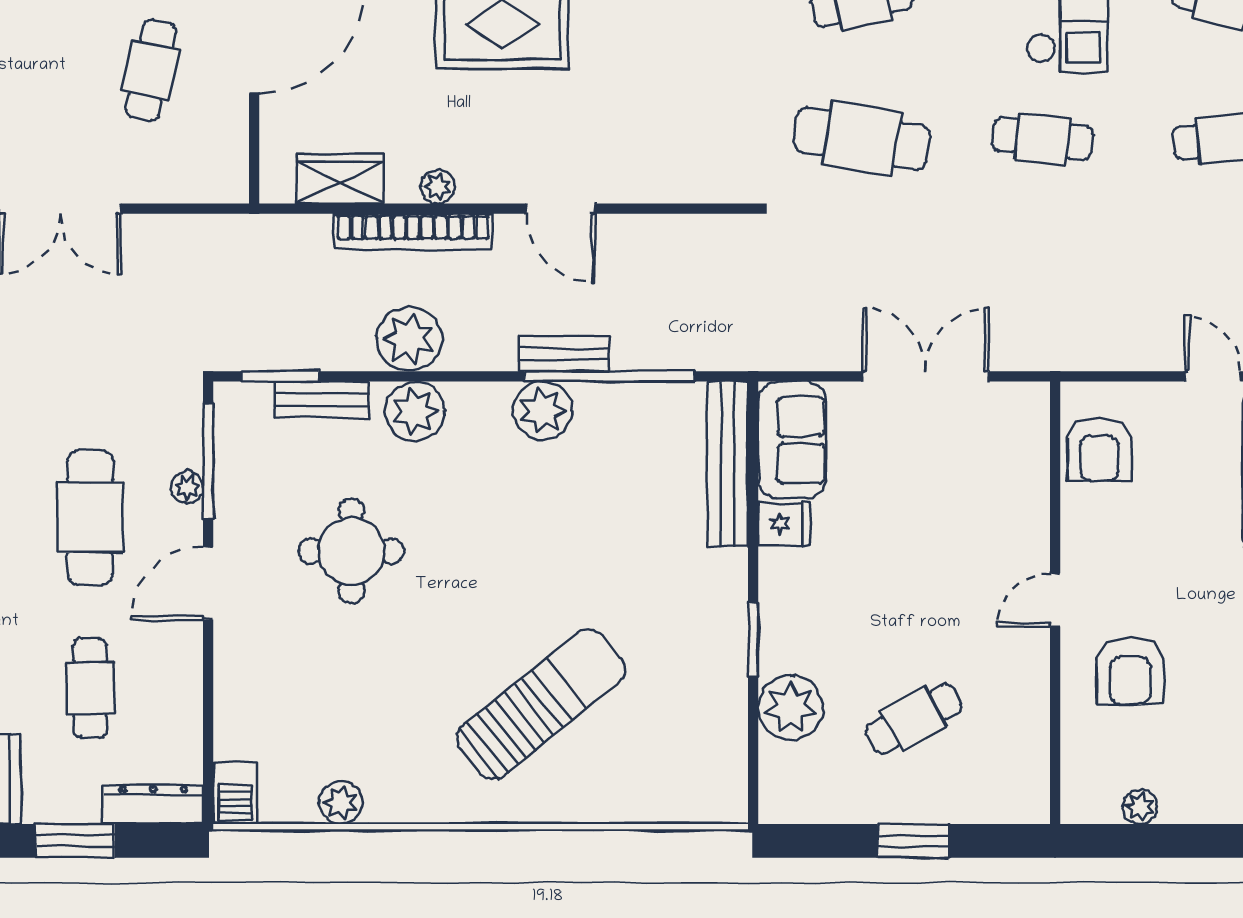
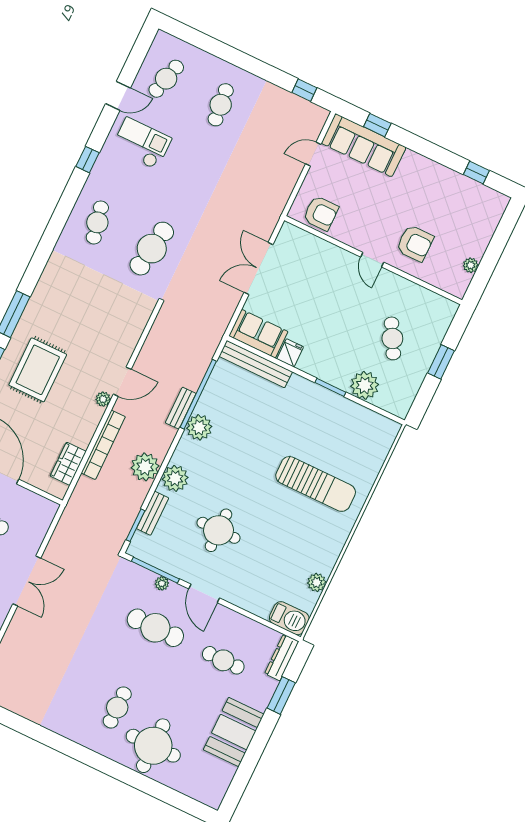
cafe table: (1042, 139) -> (186, 177), removed
plant: (438, 187) -> (103, 399), moved
sun lounger: (541, 704) -> (316, 484), turned 129
barbecue: (235, 793) -> (289, 618), width x1.38, depth x1.27

